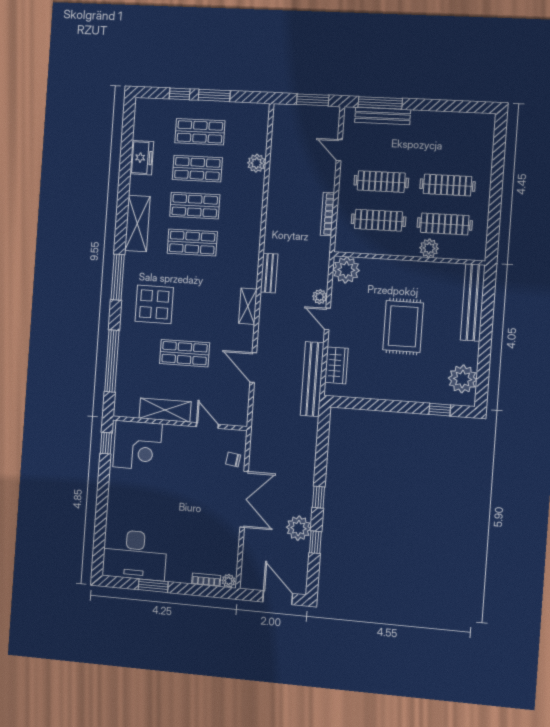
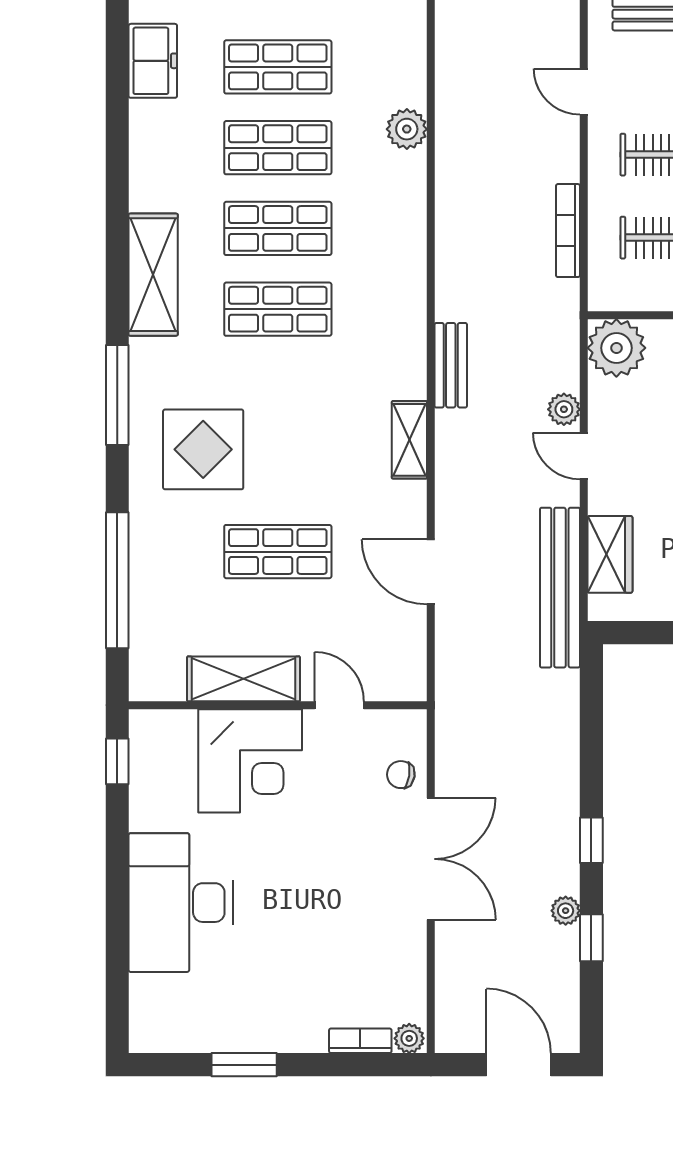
freezer: (142, 158) -> (153, 61), moved
corner desk: (137, 445) -> (250, 761), moved
plant: (299, 528) -> (566, 911), width x0.53, depth x0.53
desk: (135, 555) -> (181, 903), moved, turned 90

